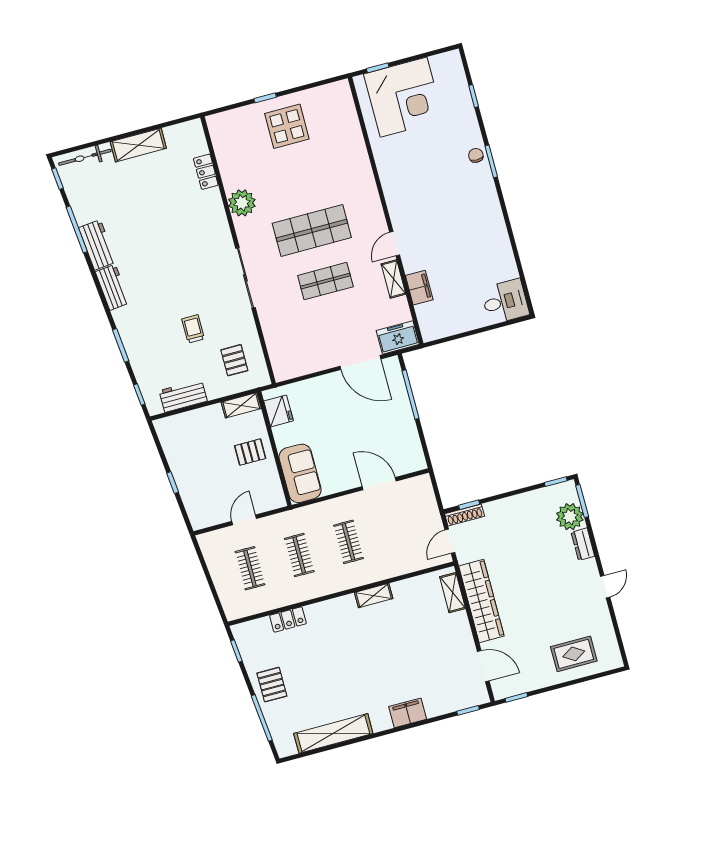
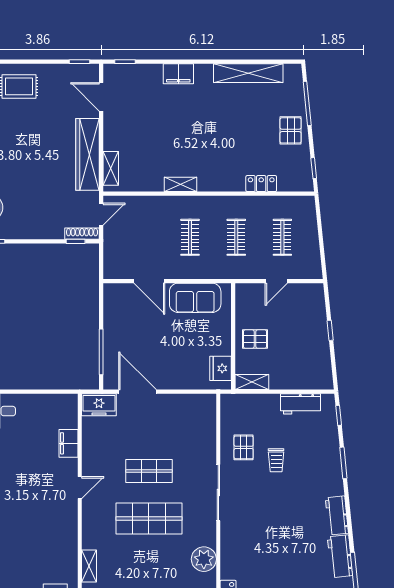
shelving: (393, 279) -> (89, 566), moved
pallet: (234, 360) -> (244, 447), moved
sofa: (300, 473) -> (195, 298), moved, turned -90

